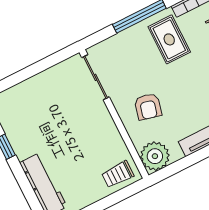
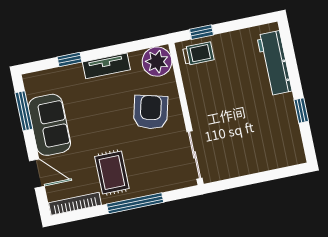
armchair: (148, 107) -> (151, 112), width x1.38, depth x1.38
window: (120, 195) -> (202, 32), added

